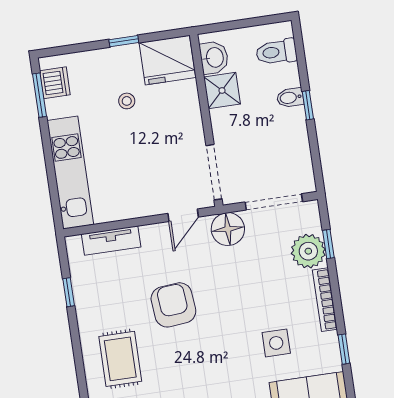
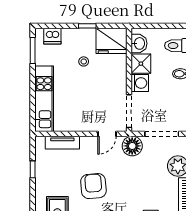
dishwasher: (55, 83) -> (52, 36), moved, turned 90
washing machine: (225, 123) -> (140, 83), added

